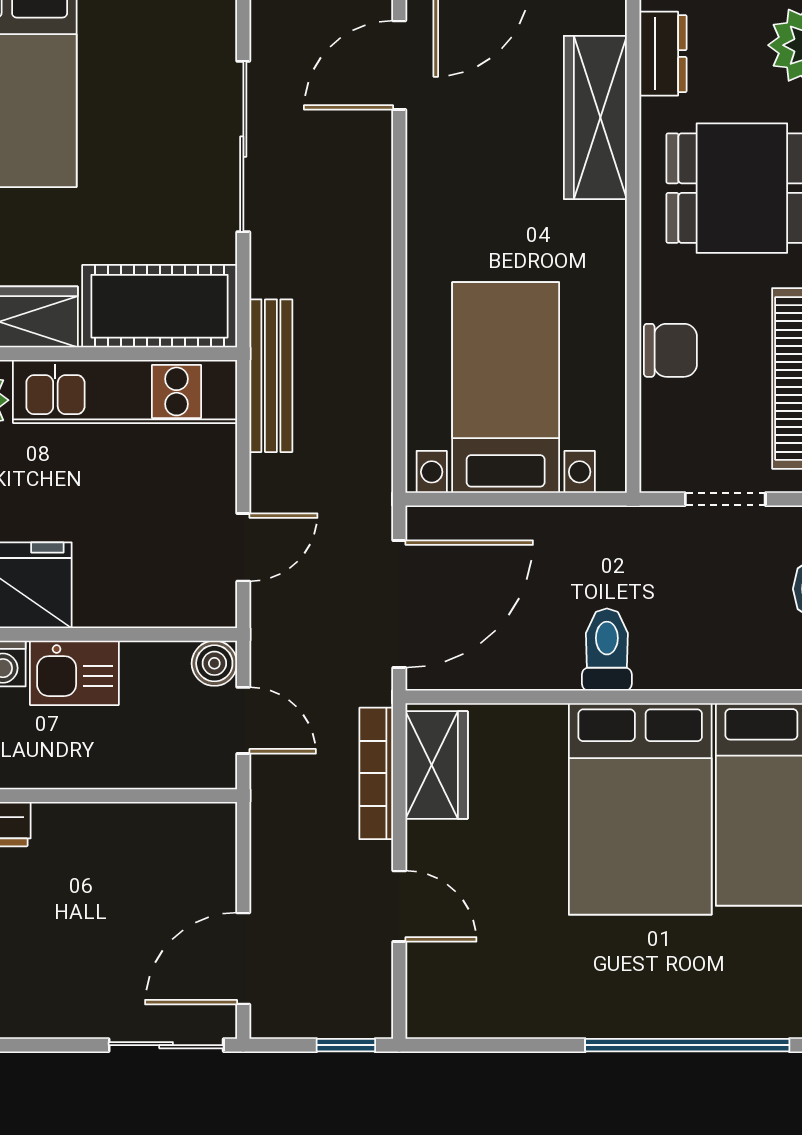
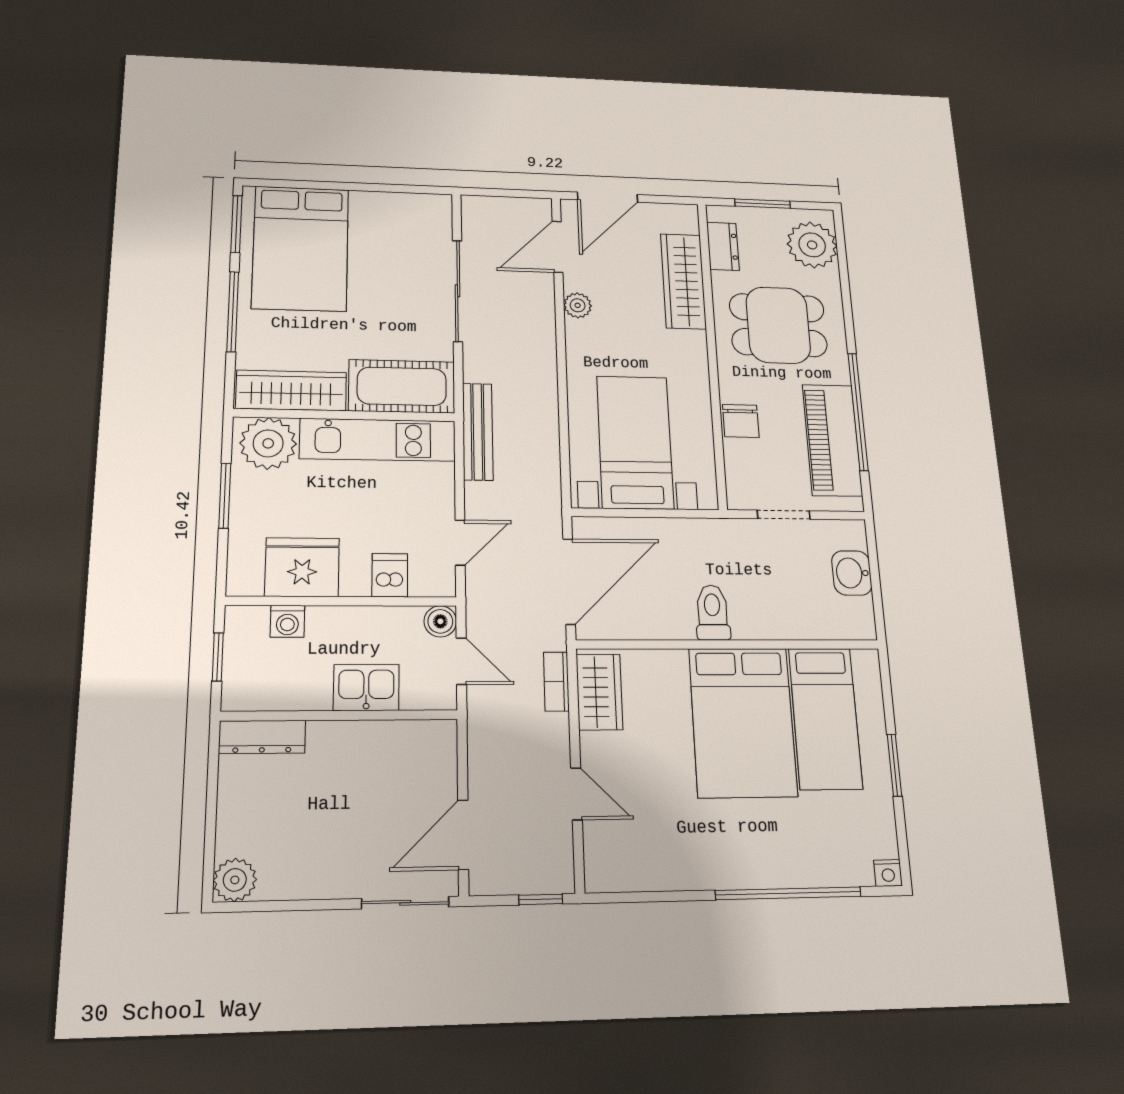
plant: (427, 165) -> (578, 305), added
chair: (670, 350) -> (741, 421), turned 90
dishwasher: (143, 596) -> (390, 575), added
kitchen sink: (74, 673) -> (366, 688), moved, turned 180
bookcase: (376, 773) -> (556, 681), width x0.64

